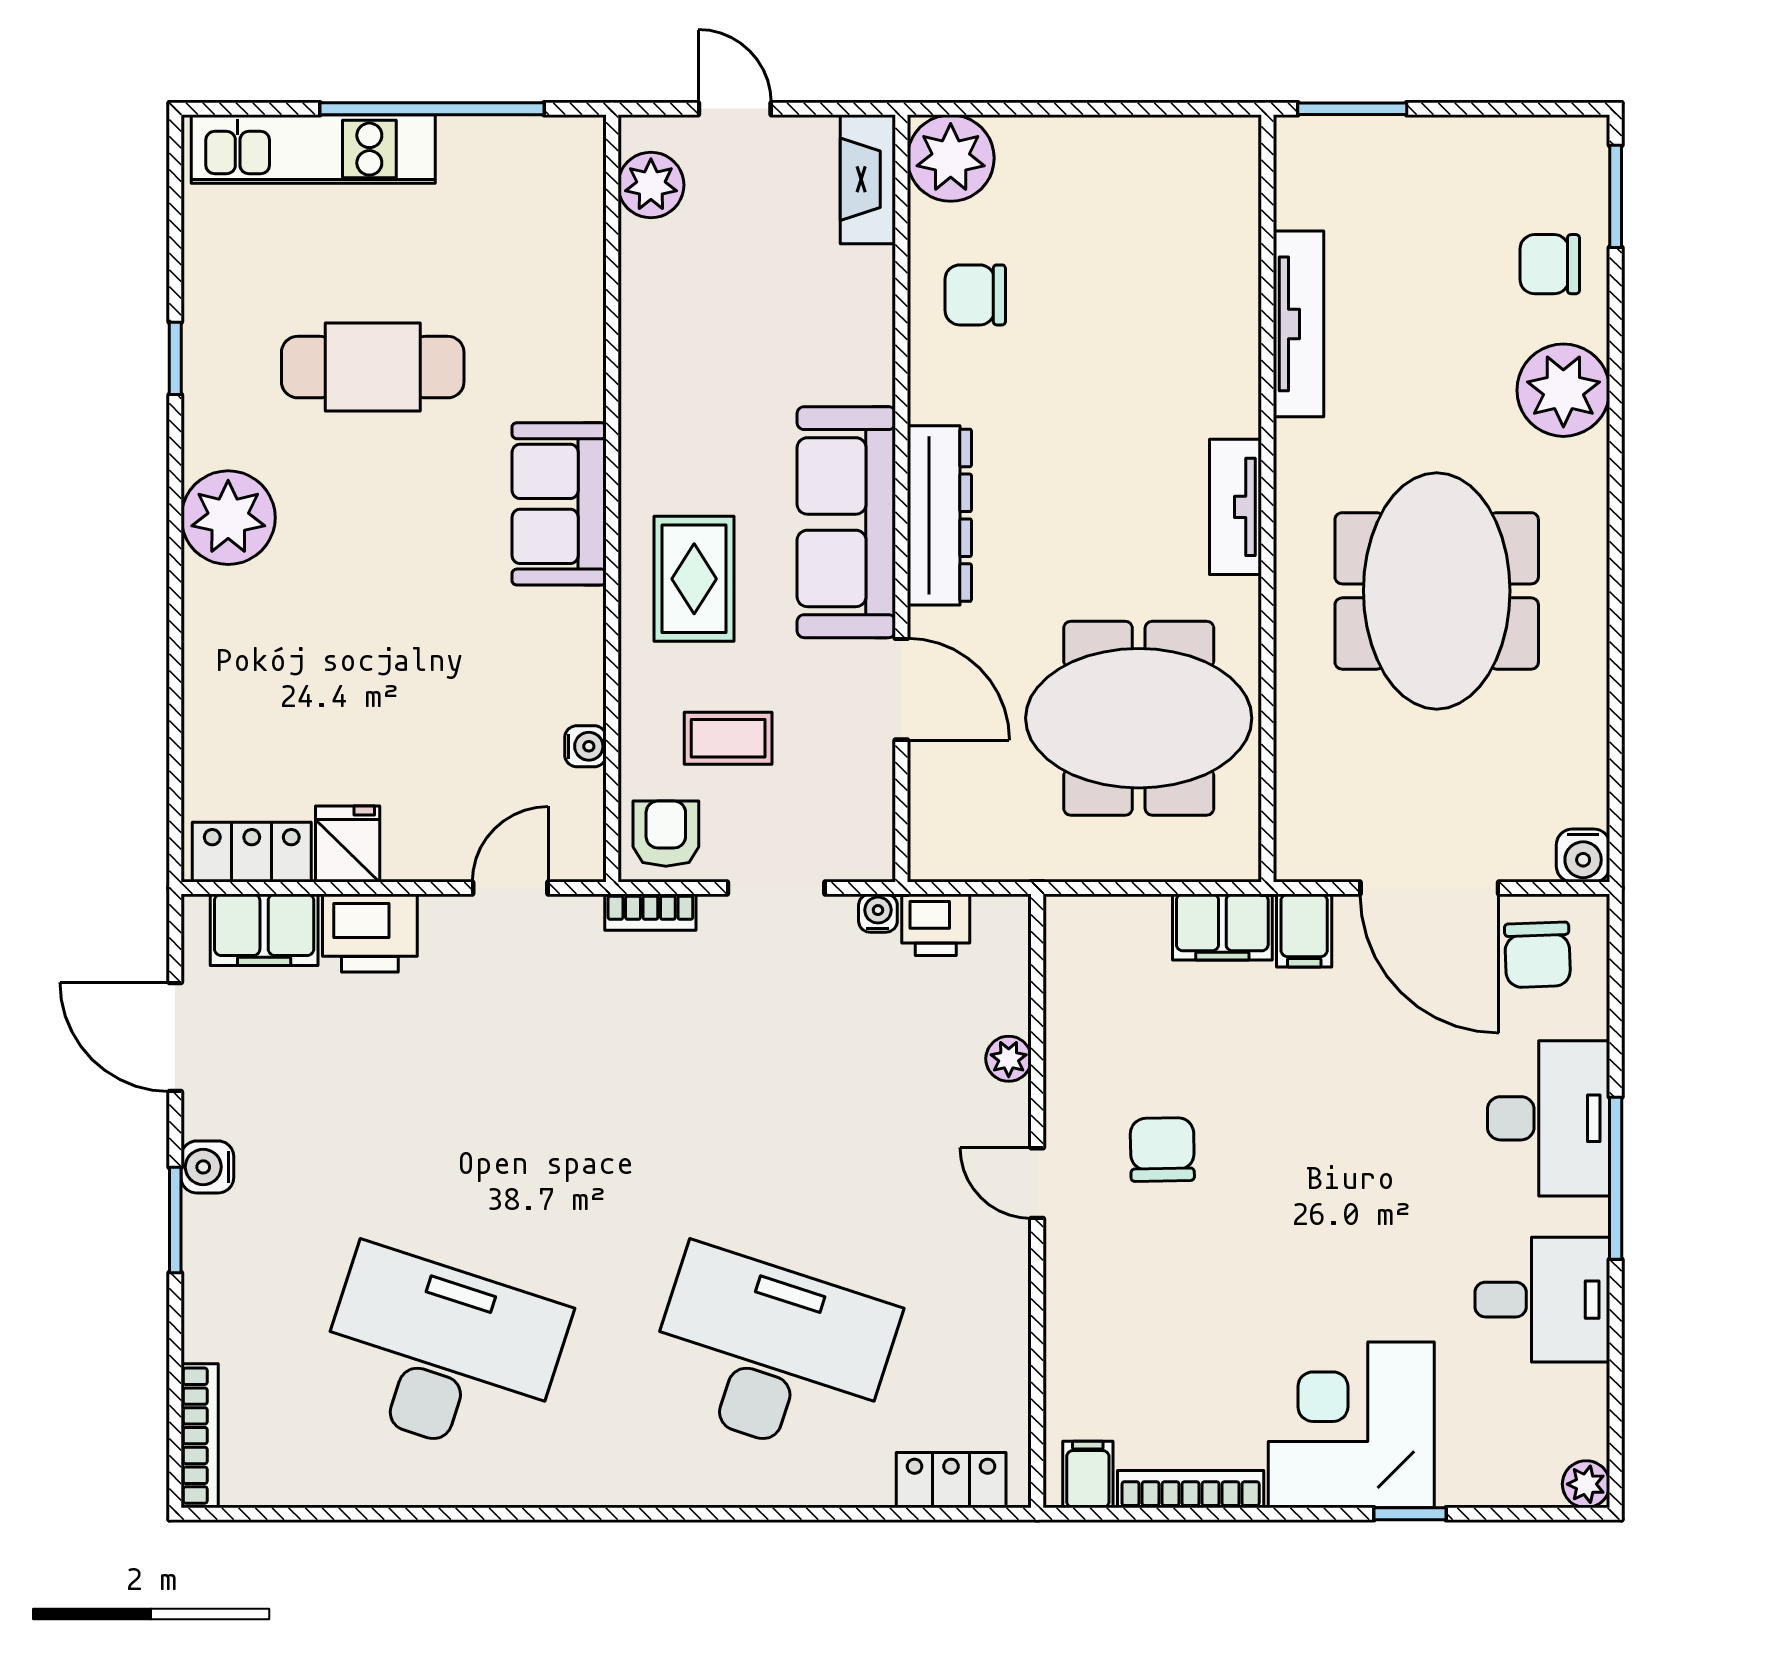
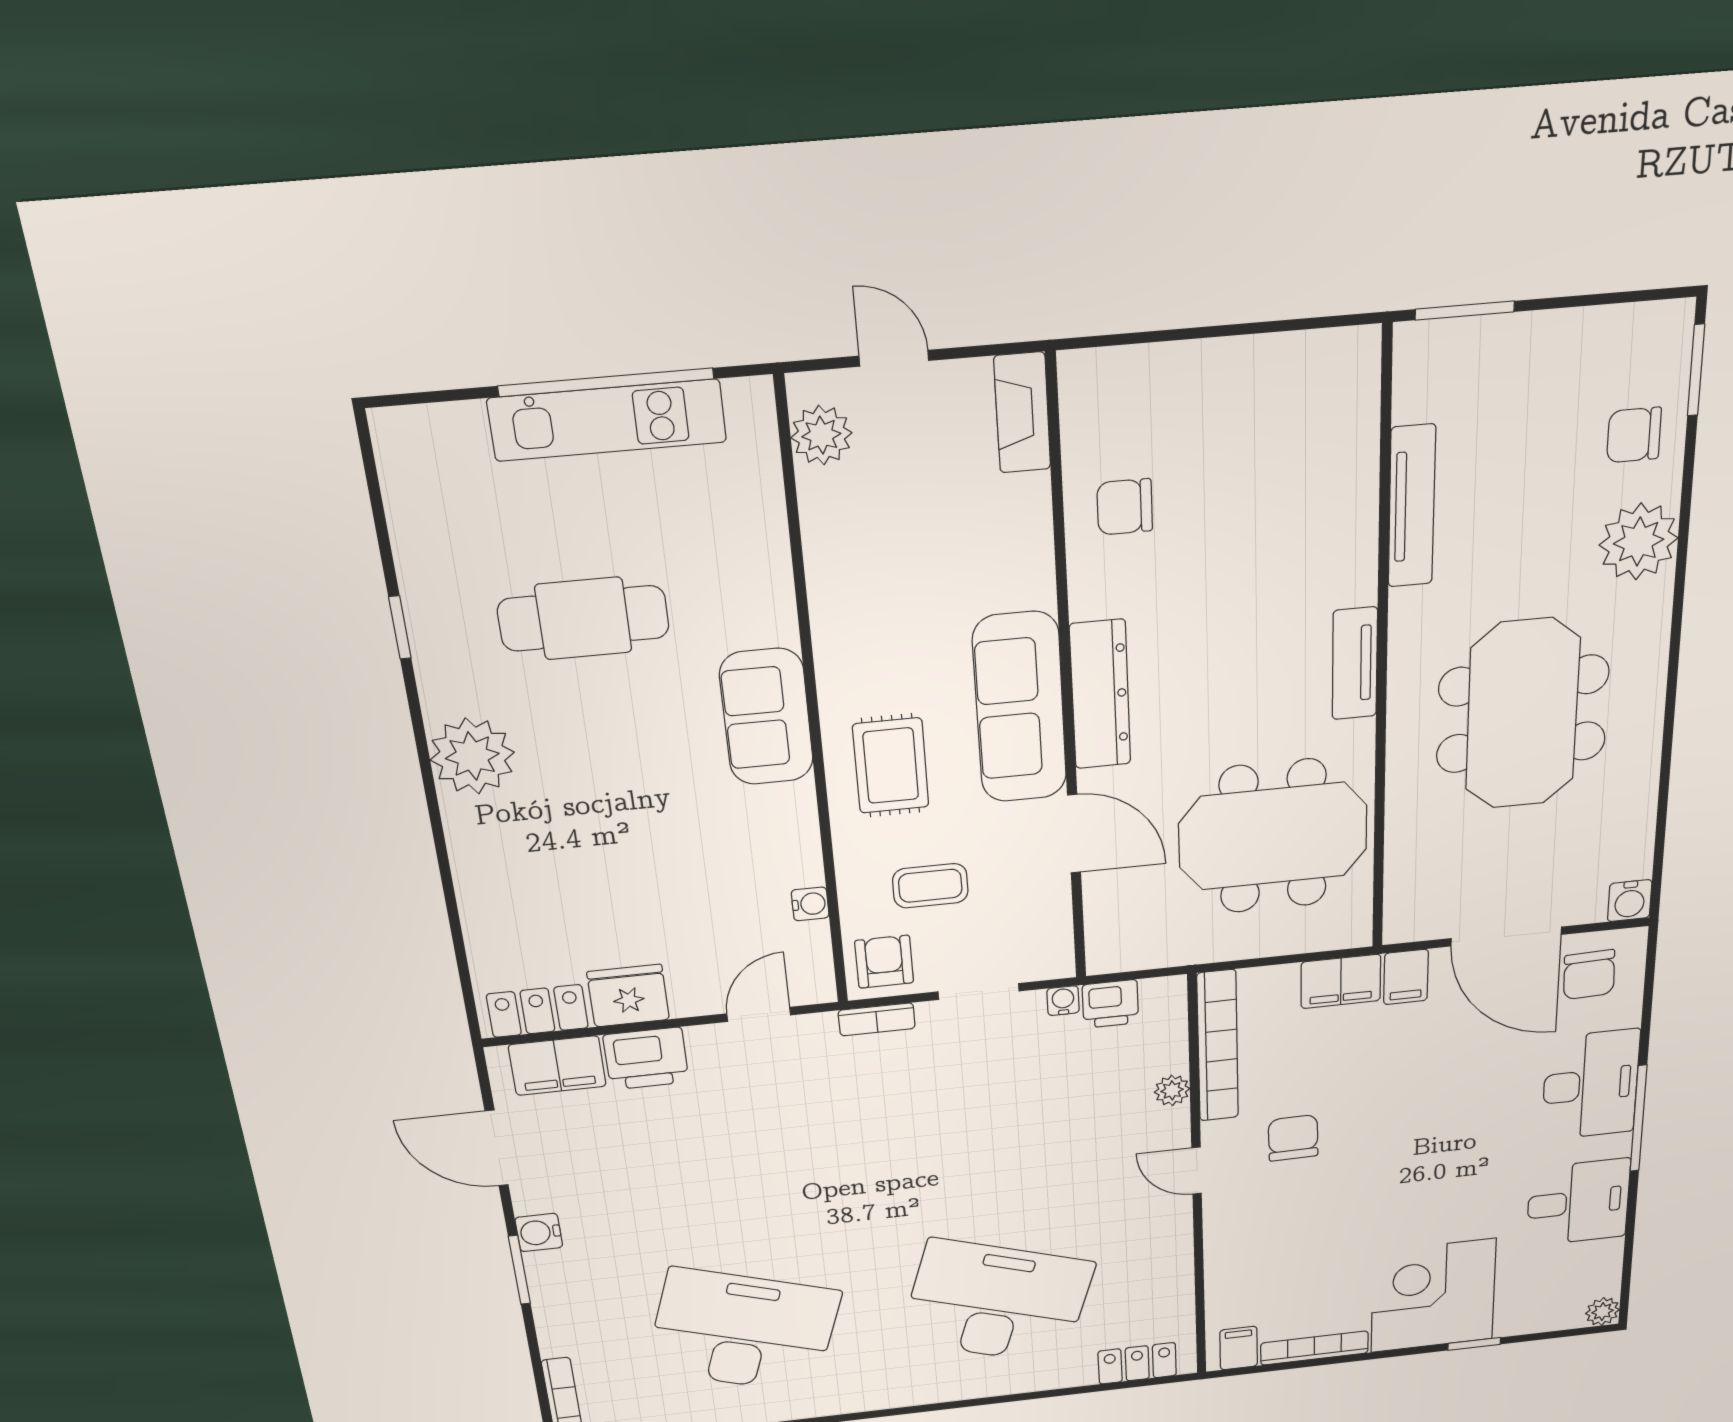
kitchen unit: (313, 149) -> (607, 420), moved
plant: (951, 158) -> (1098, 387), removed
fridge: (348, 844) -> (628, 996), width x1.38
bookcase: (1067, 1001) -> (1218, 1046), added

